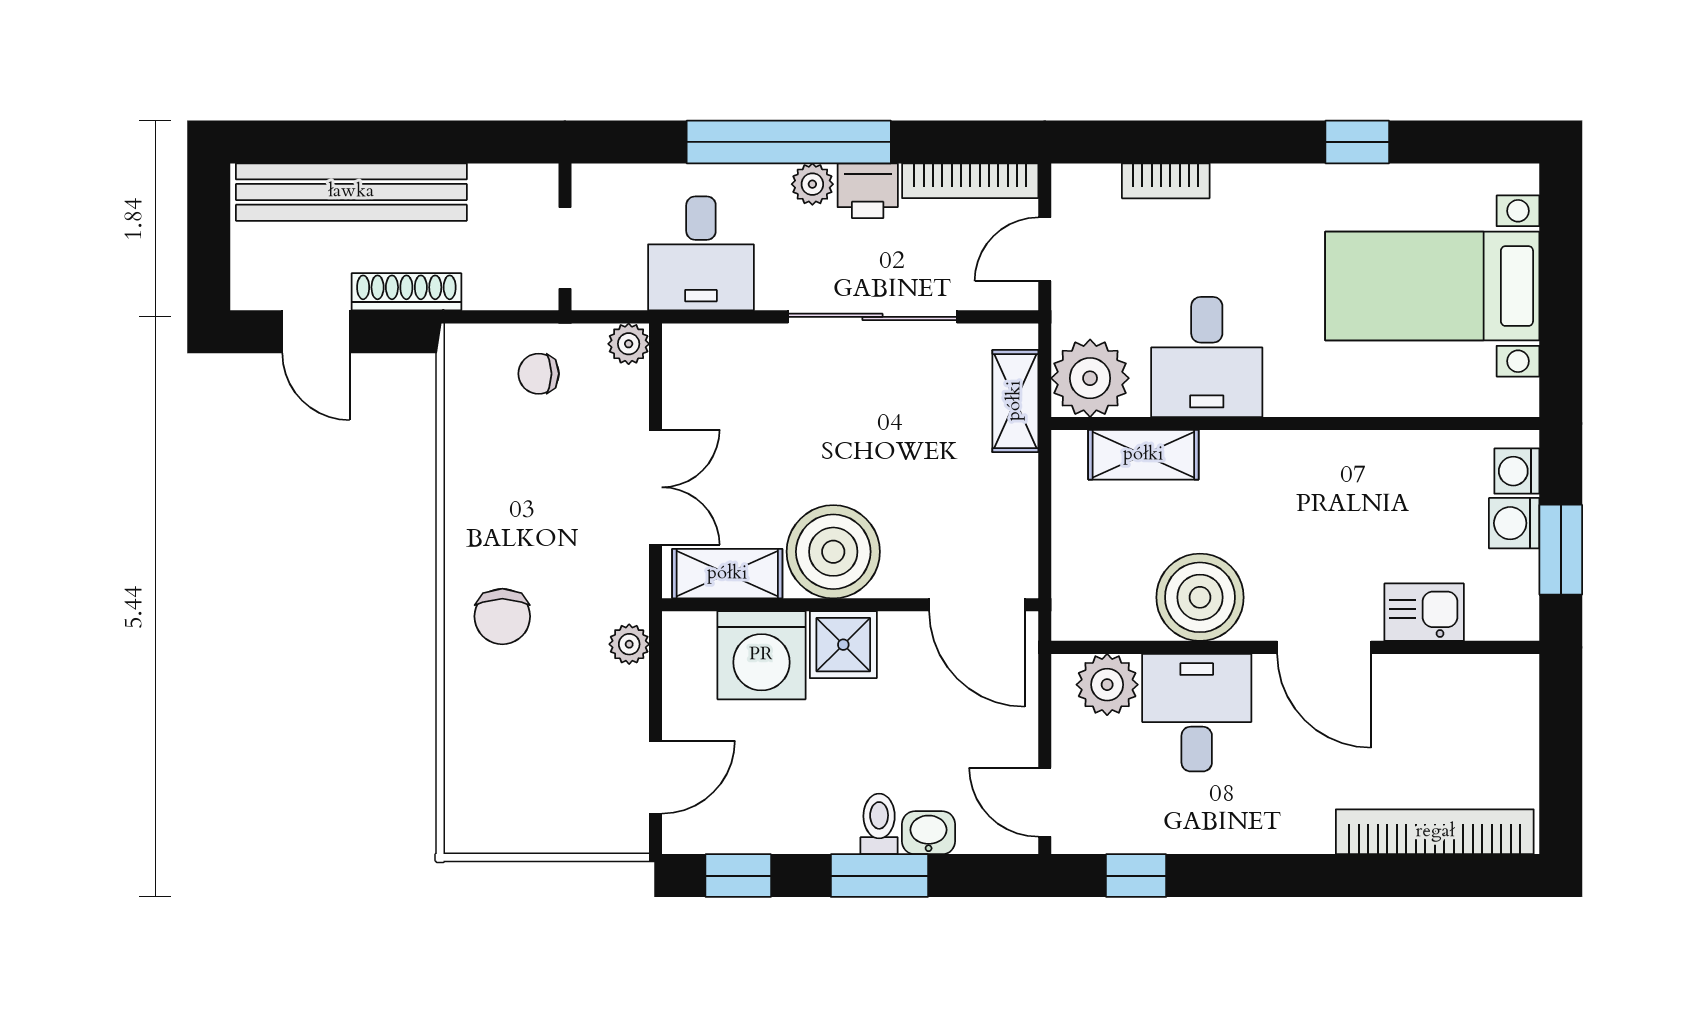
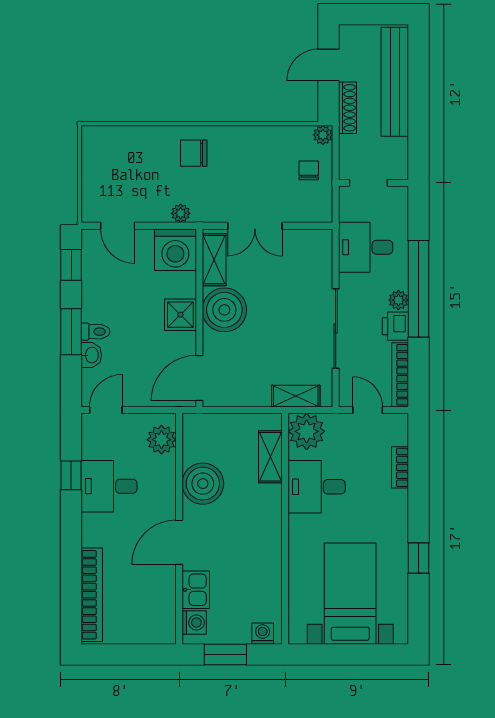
plant: (629, 344) -> (323, 135), moved
washing machine: (1514, 523) -> (194, 623), moved, turned 90
washing machine: (761, 655) -> (175, 250), moved, turned -90
desk: (1197, 713) -> (109, 486), moved, turned 180
window: (1136, 876) -> (71, 475), moved

